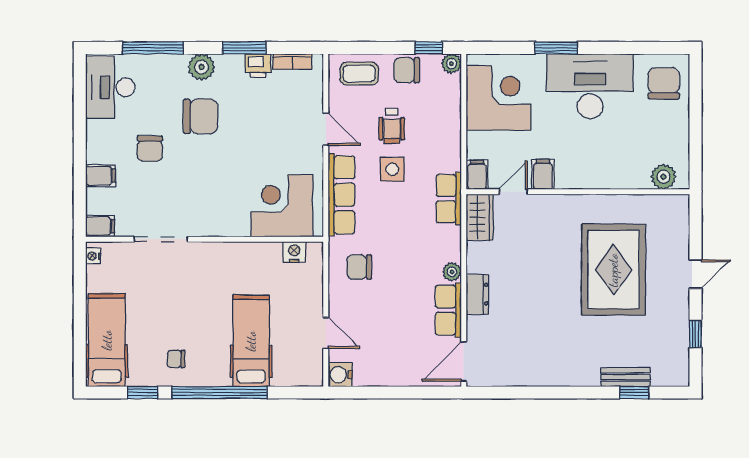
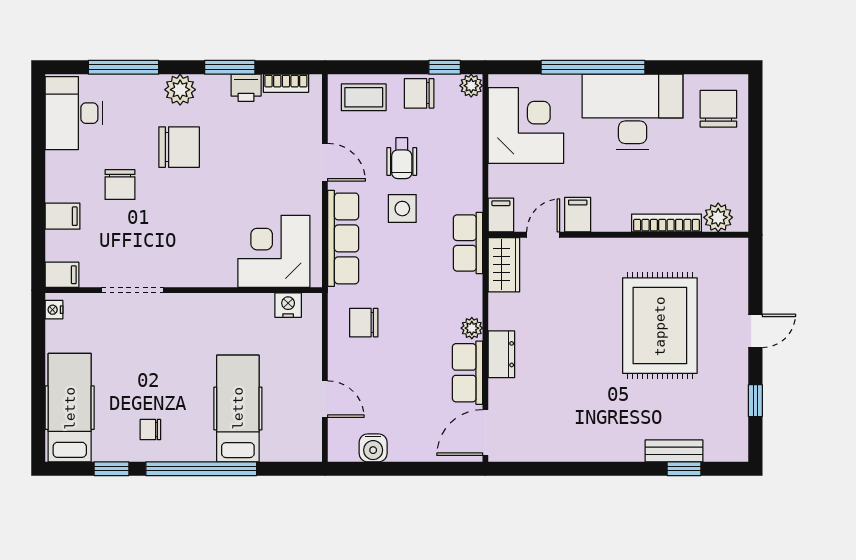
window: (556, 48) -> (593, 67), width x2.11
bookcase: (619, 182) -> (666, 223), added
water cooler: (340, 375) -> (373, 448), moved, turned -90

